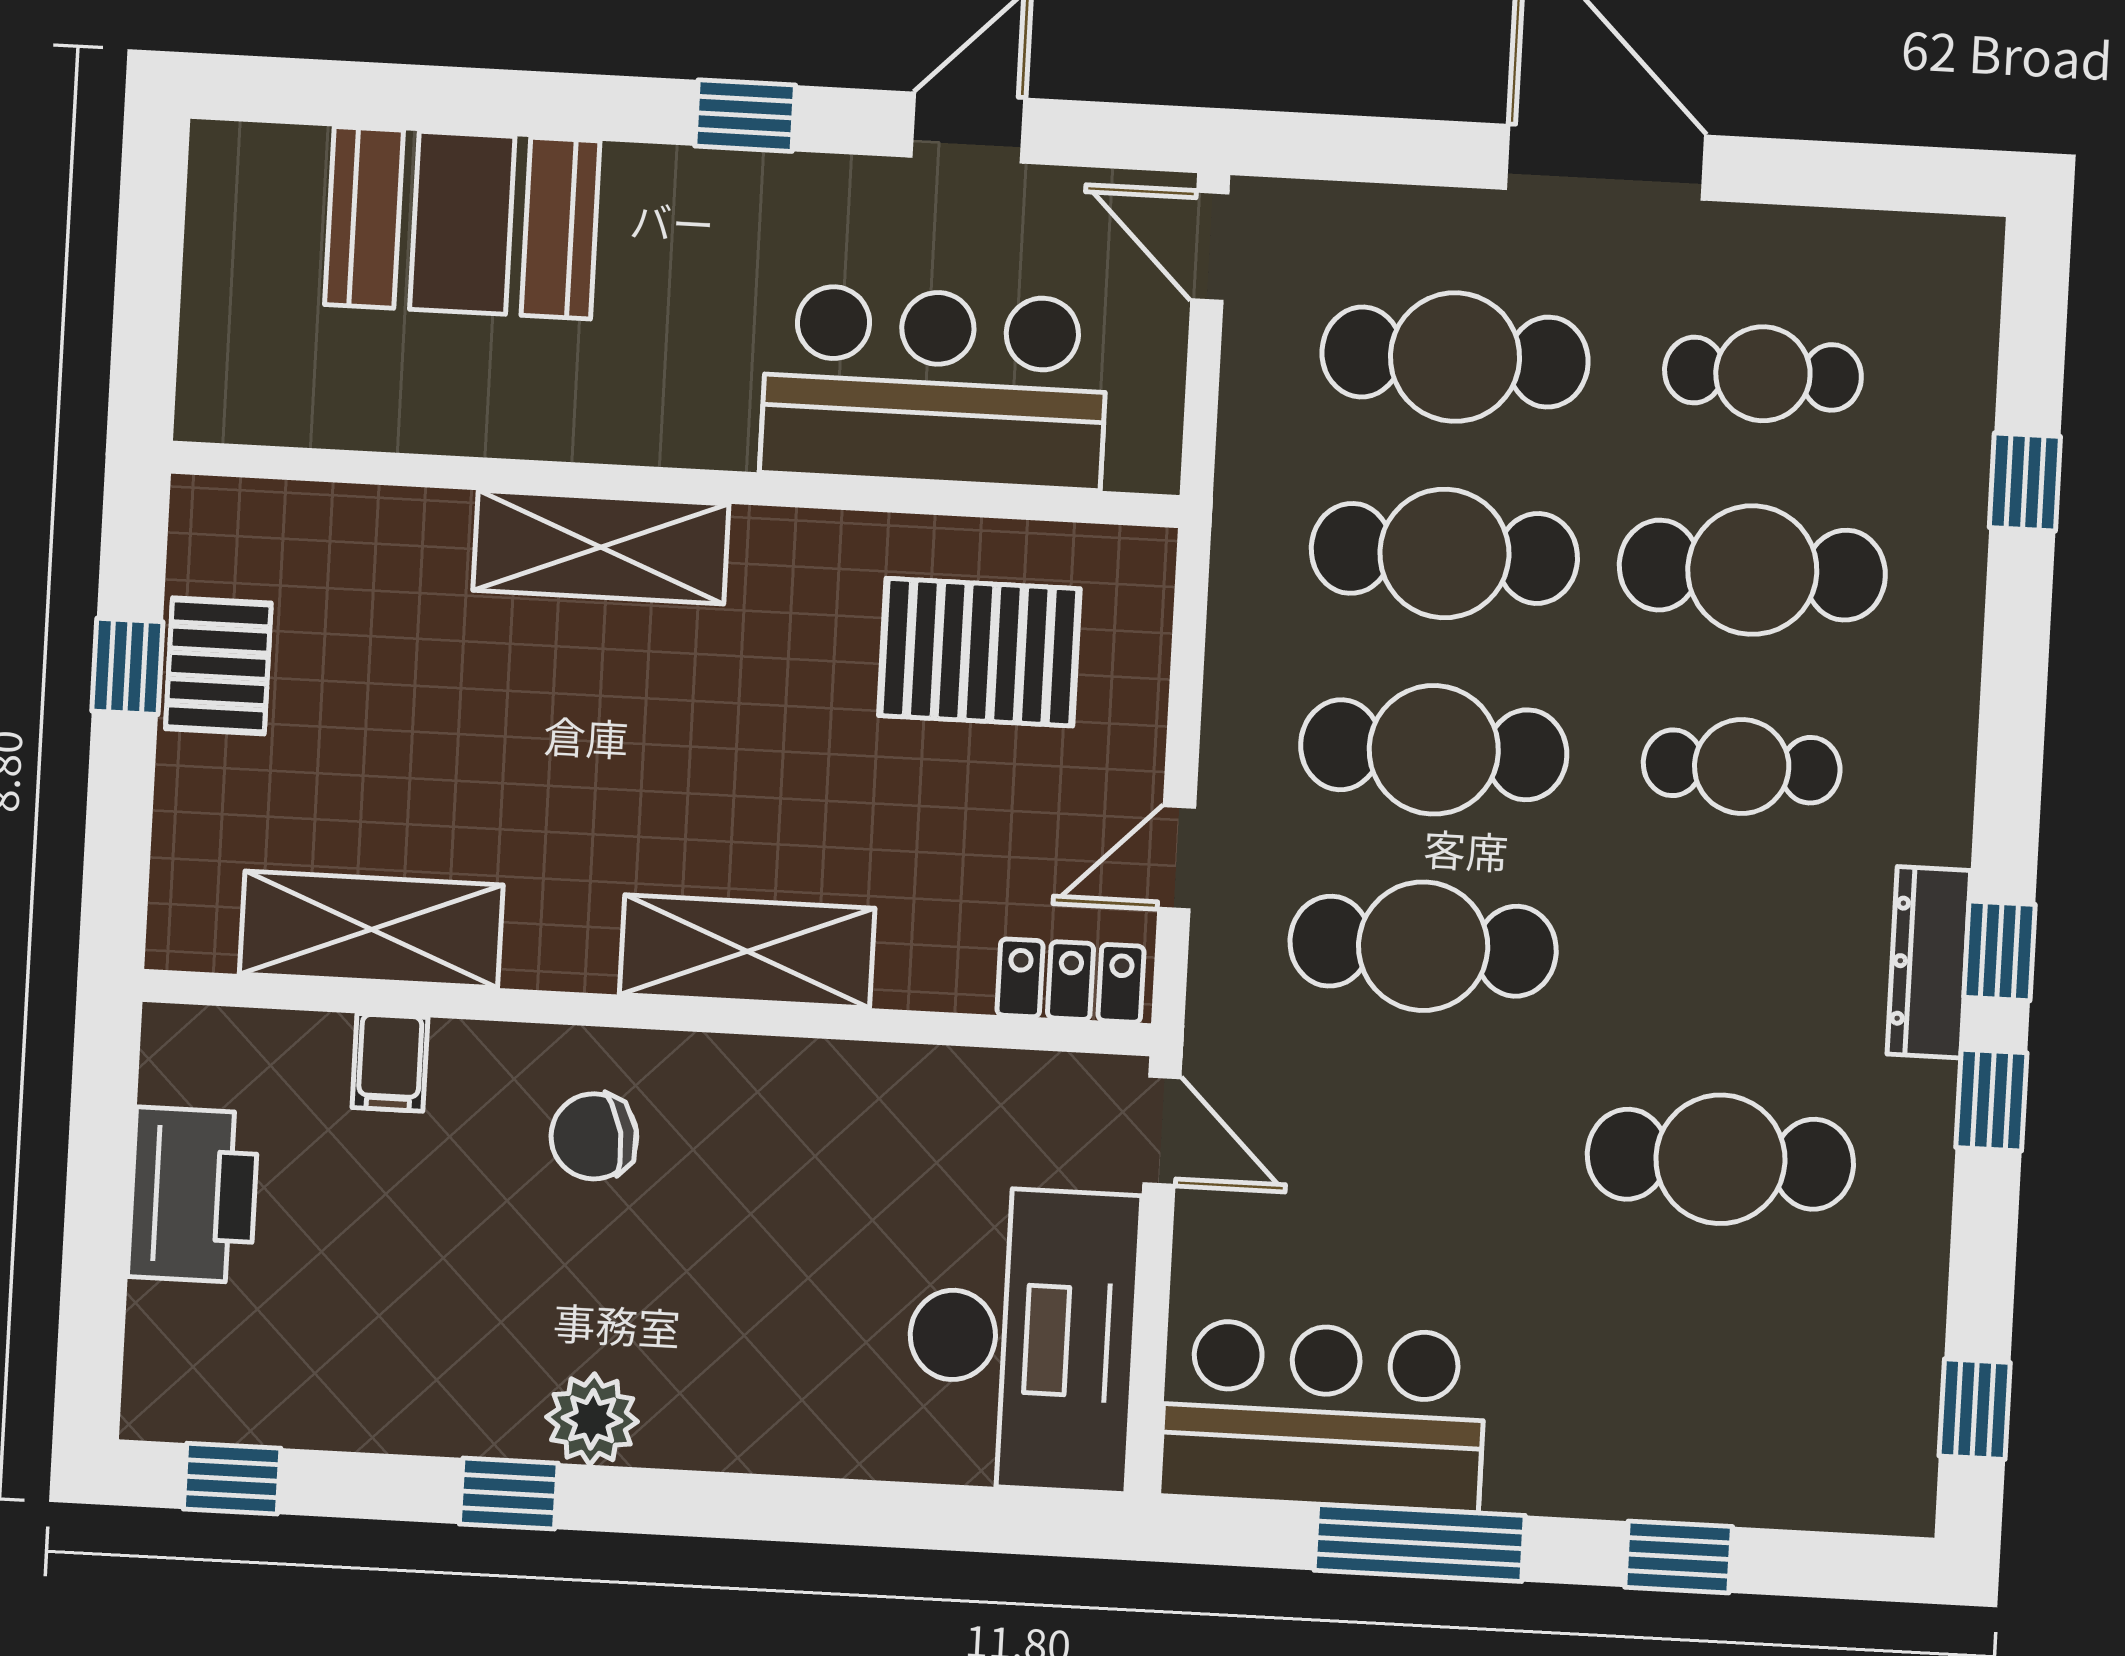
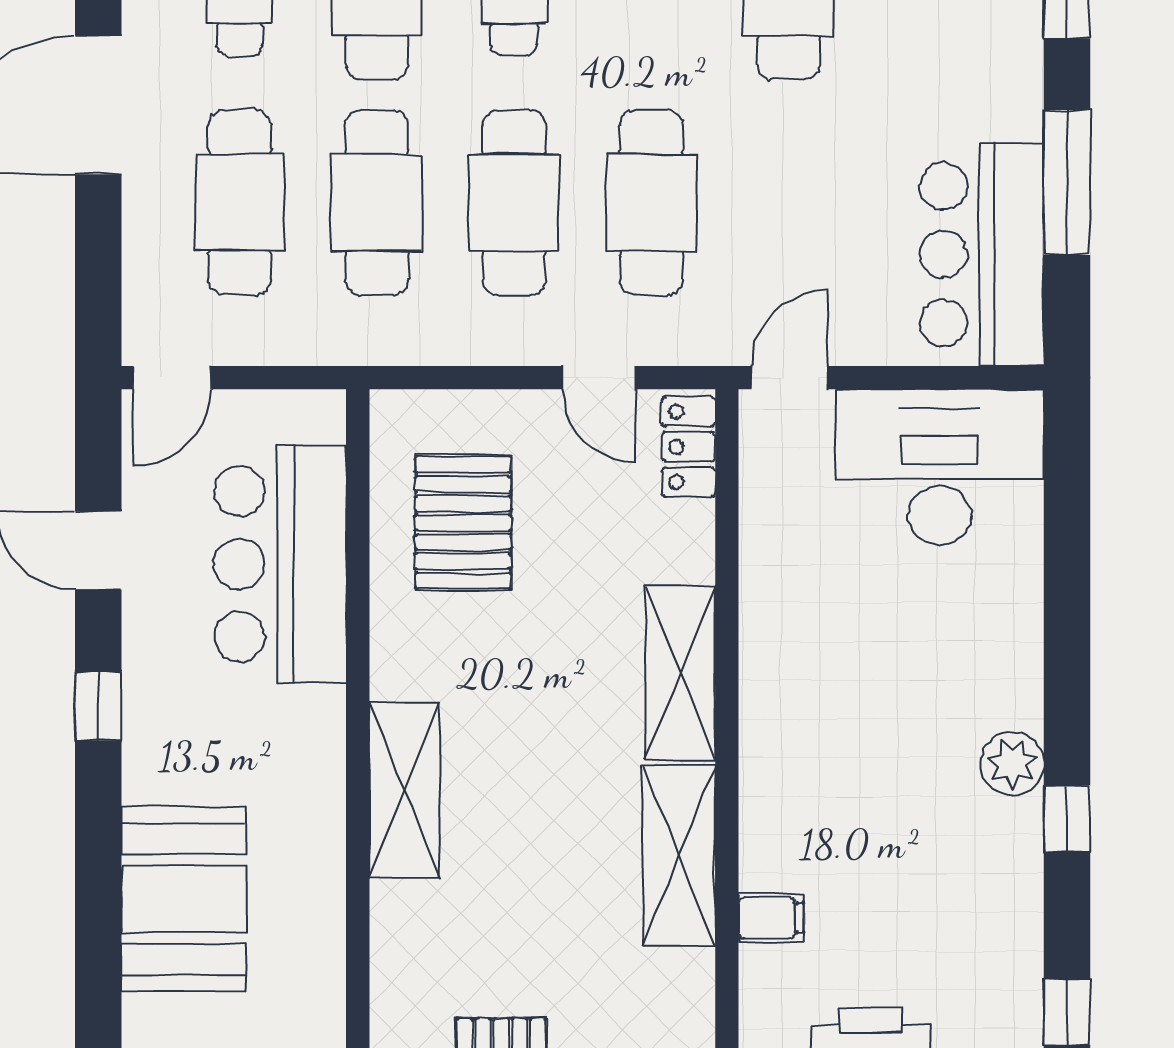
shelving: (371, 929) -> (679, 855), moved
chair: (594, 1136) -> (815, 773), removed

